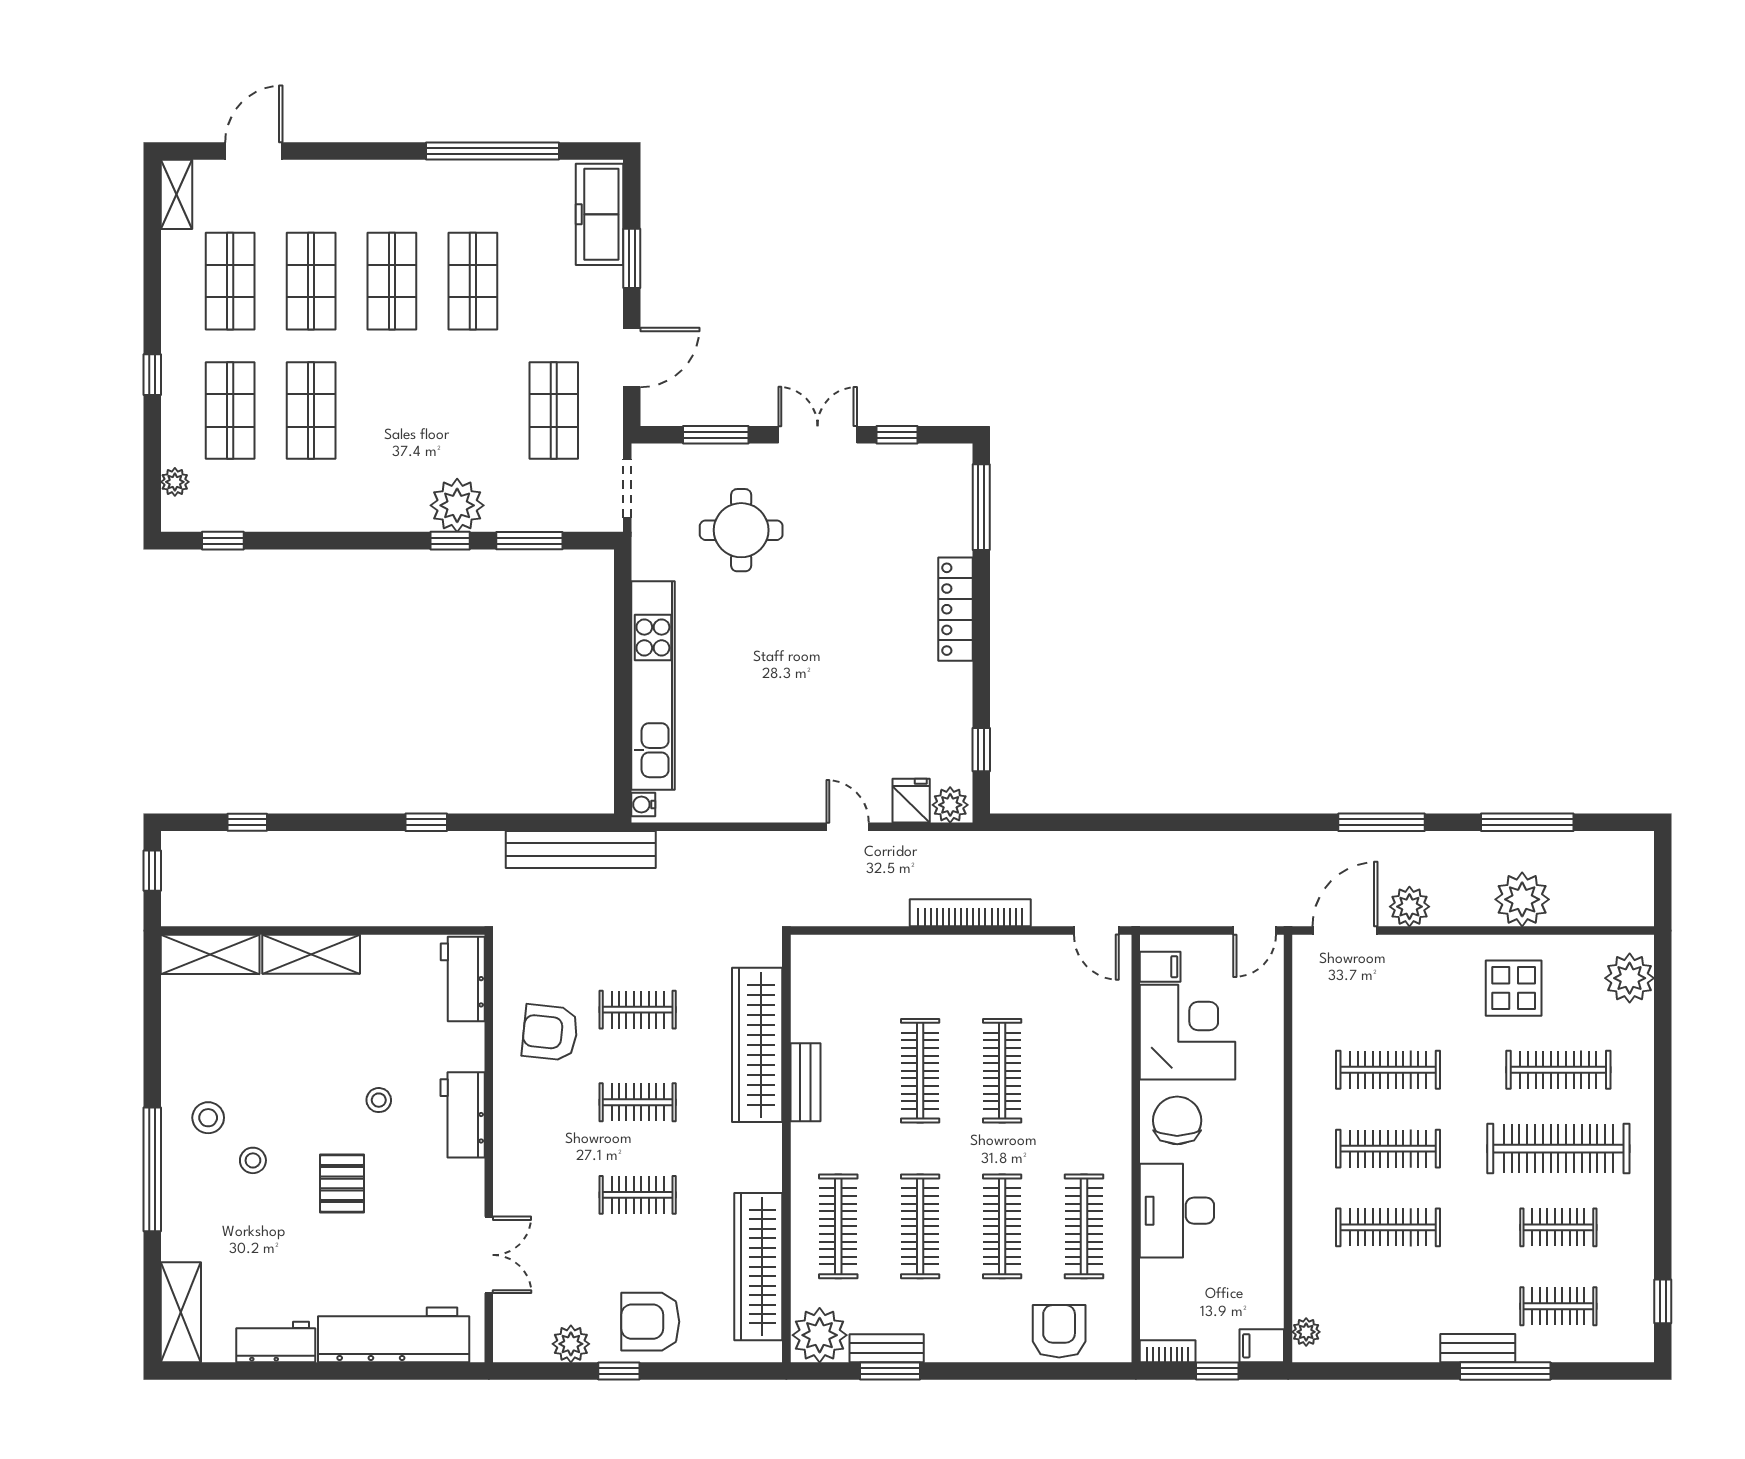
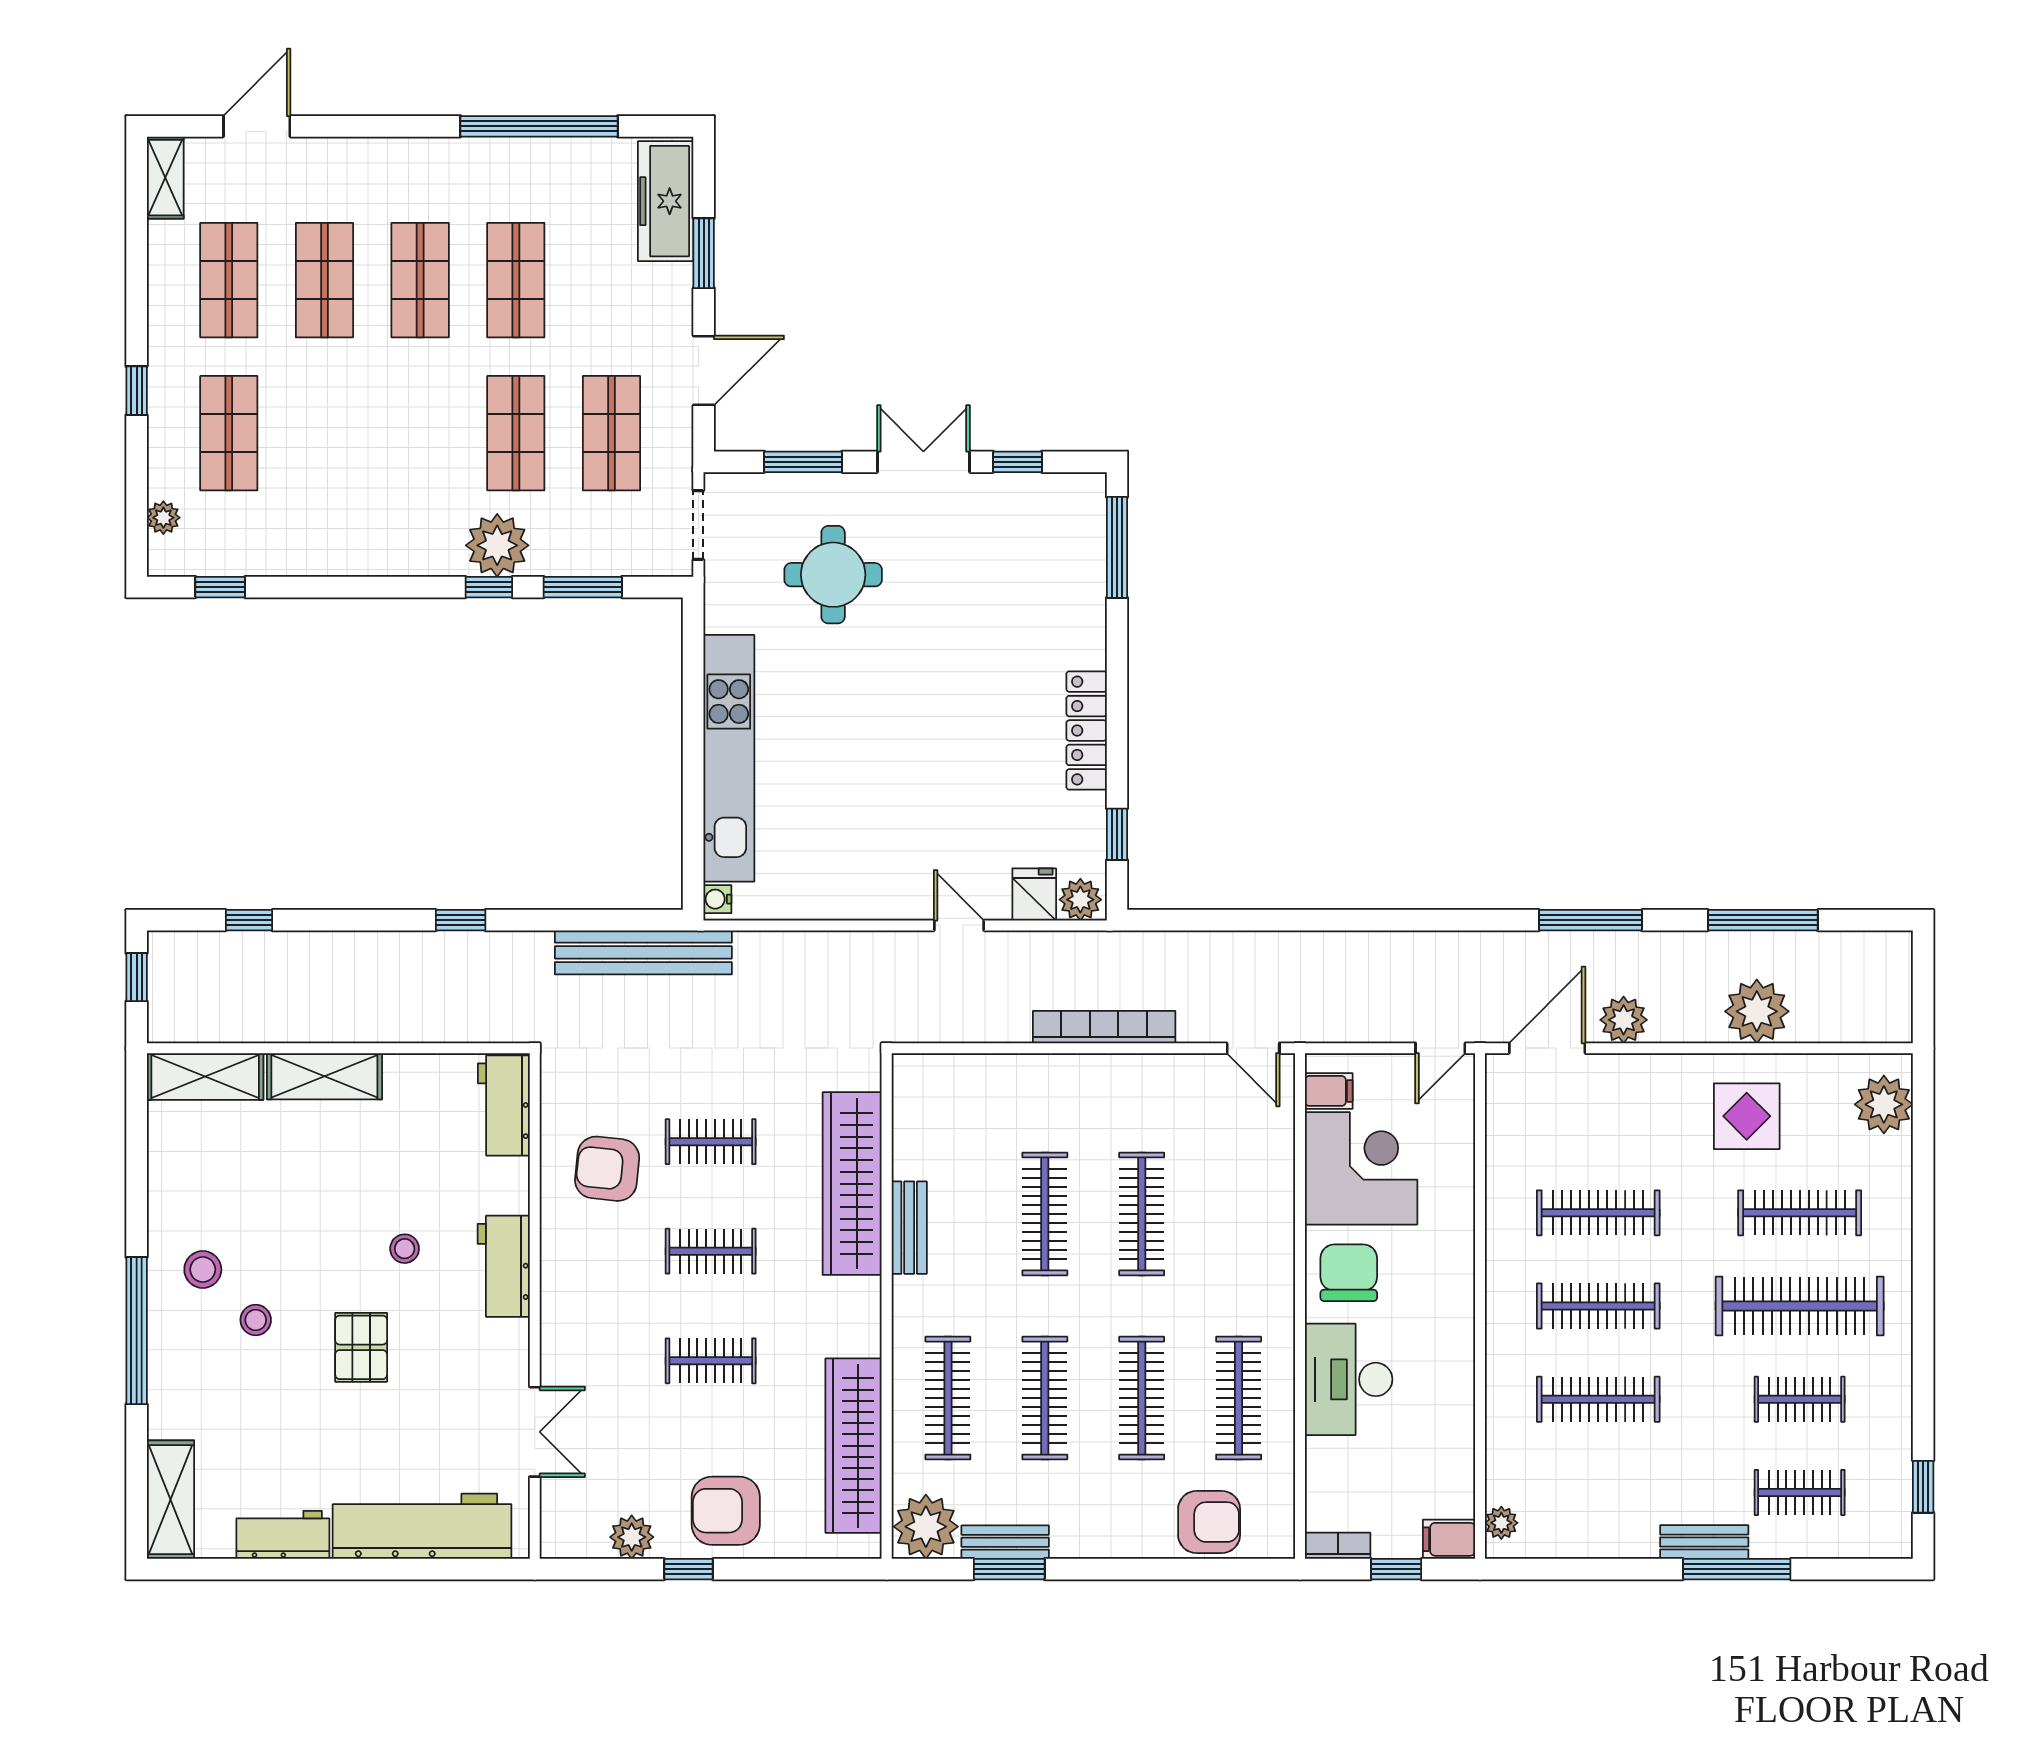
shop shelf: (311, 411) -> (516, 433), moved
locker: (955, 609) -> (1087, 731), moved
armchair: (1059, 1331) -> (1209, 1522), turned 90

